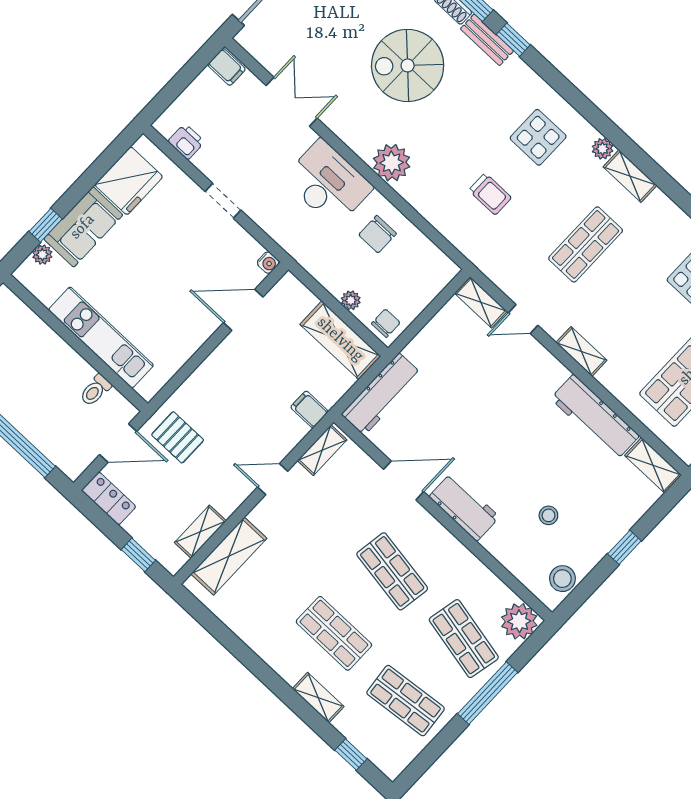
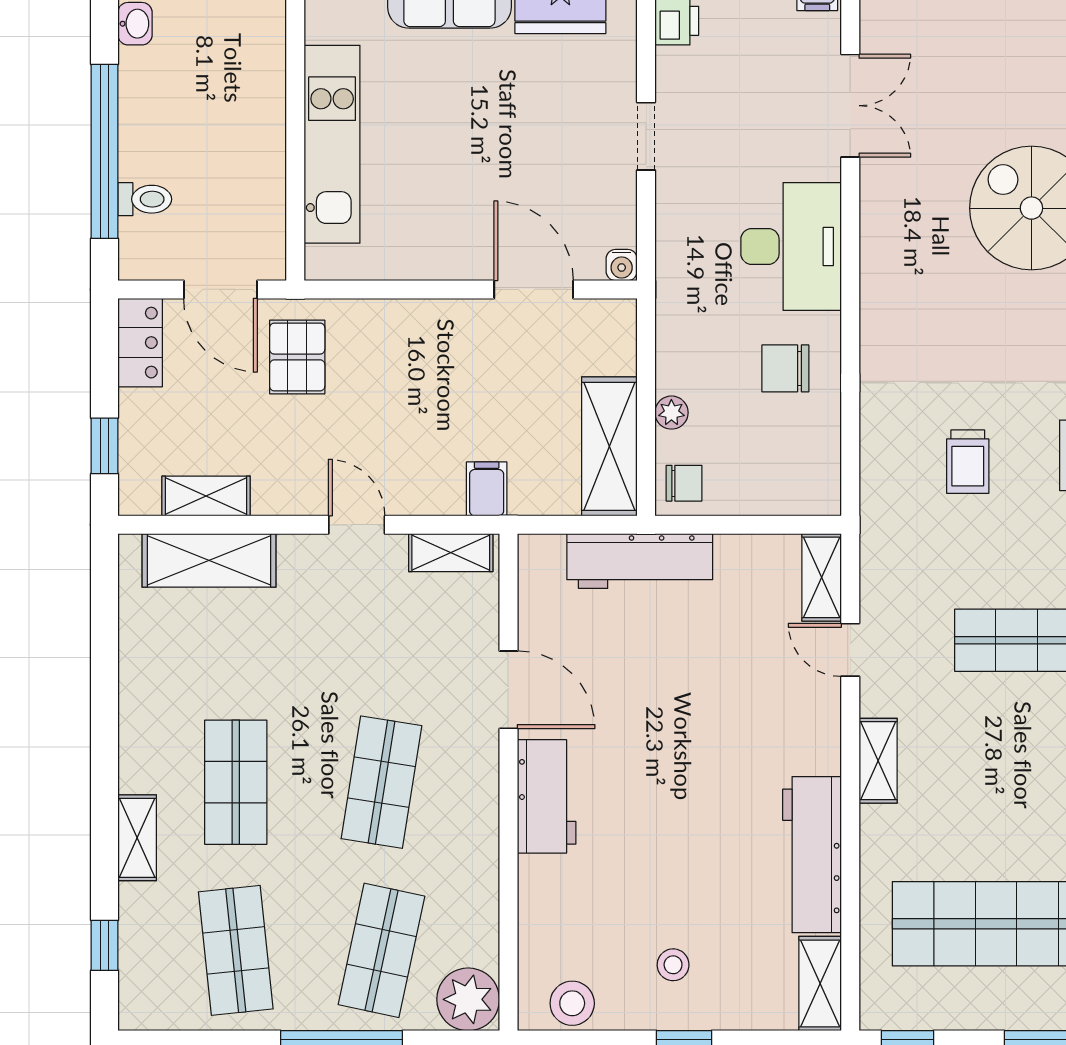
plant: (392, 163) -> (891, 302), removed
toilet: (95, 390) -> (145, 199), moved, turned 180
workbench: (381, 394) -> (640, 561), moved
stool: (548, 515) -> (673, 965), moved

